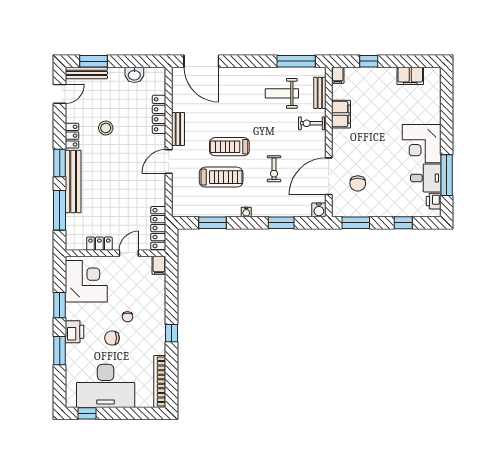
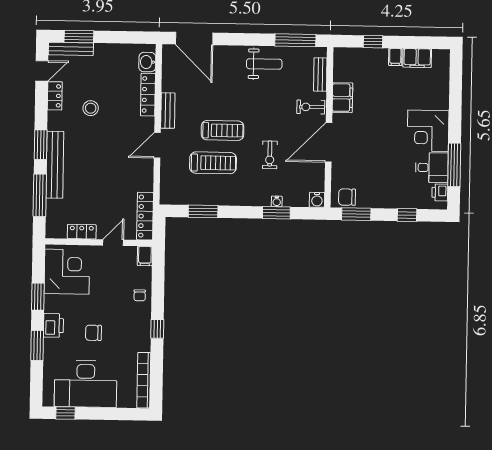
washbasin: (134, 75) -> (147, 62), moved, turned 90
filing cabinet: (338, 75) -> (395, 57), moved
weight bench: (282, 93) -> (264, 64), moved, turned 180
locker: (72, 136) -> (55, 96), moved
treadmill: (229, 147) -> (223, 130), turned 180
door: (329, 176) -> (329, 142), moved
chair: (358, 183) -> (347, 197), moved, turned 90
water cooler: (246, 212) -> (277, 201), moved
chair: (127, 317) -> (140, 295), moved

